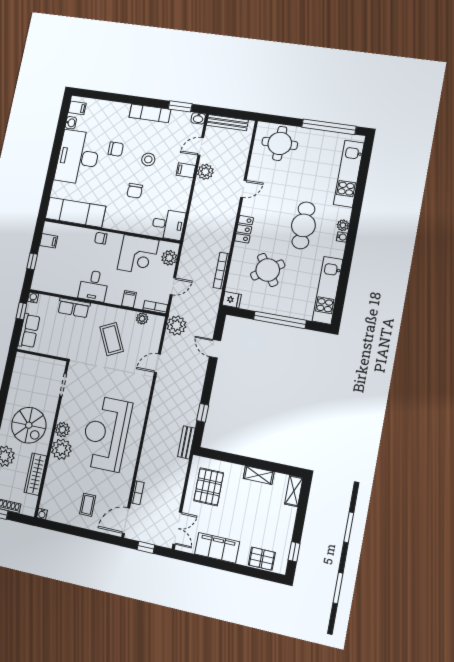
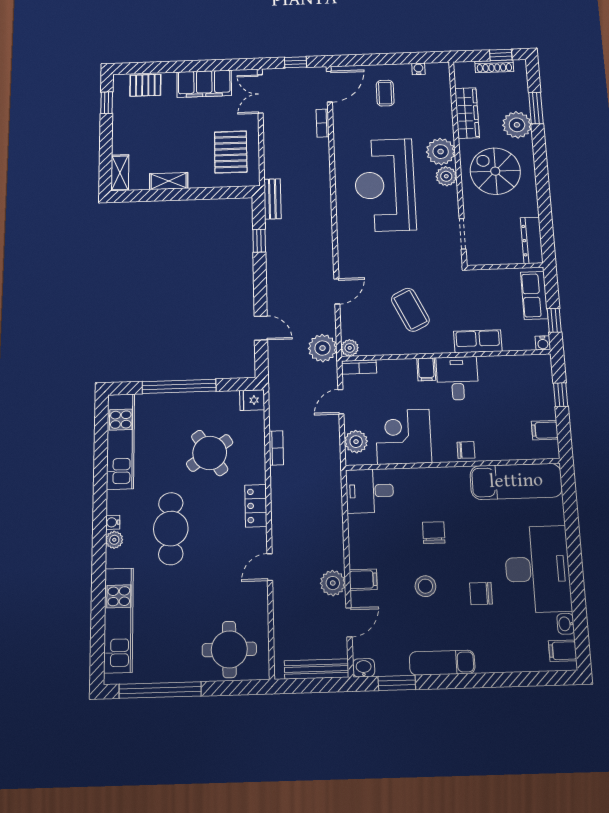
bookcase: (221, 271) -> (276, 448), width x0.64
filing cabinet: (129, 299) -> (426, 369), moved
plant: (142, 319) -> (350, 348), moved
dresser: (19, 369) -> (532, 240), added
reception desk: (106, 434) -> (385, 185), turned 180
water cooler: (42, 514) -> (418, 69), moved

